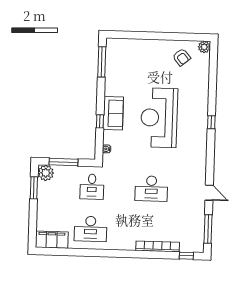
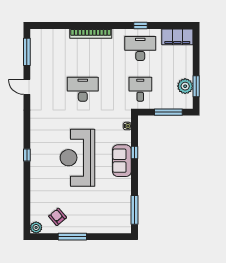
window: (167, 36) -> (72, 237), added
reception desk: (159, 118) -> (77, 158), turned 180
plant: (46, 173) -> (185, 86), moved
bookcase: (158, 246) -> (91, 34), moved
window: (186, 256) -> (140, 25), moved

